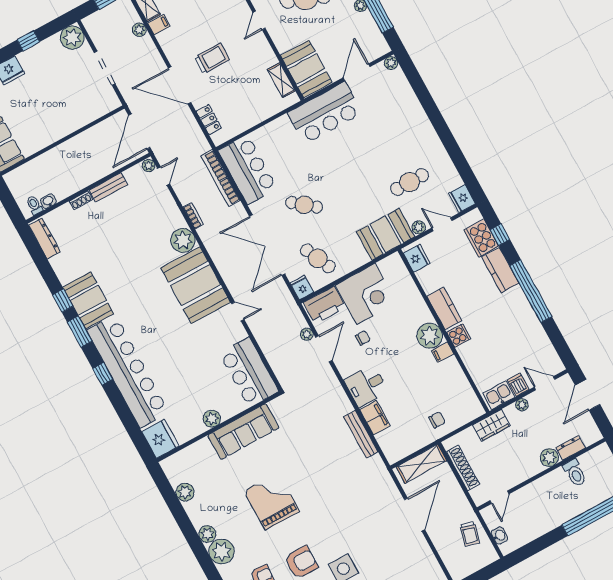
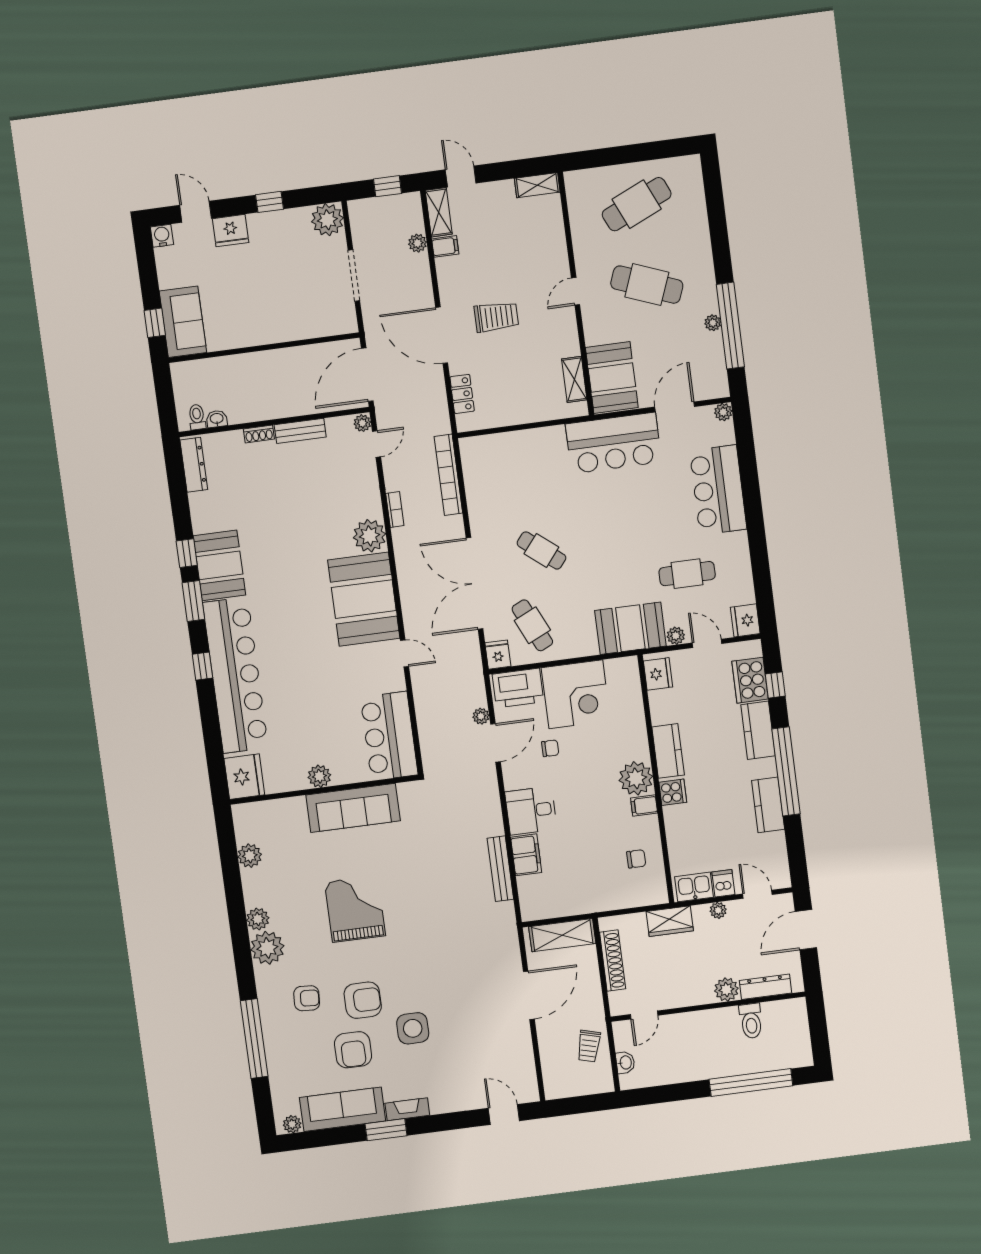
bar counter: (248, 170) -> (718, 490), moved, turned 180
kitchen counter: (527, 319) -> (768, 805), added
chair: (437, 420) -> (636, 859), moved
dresser: (570, 448) -> (765, 987), width x1.44

